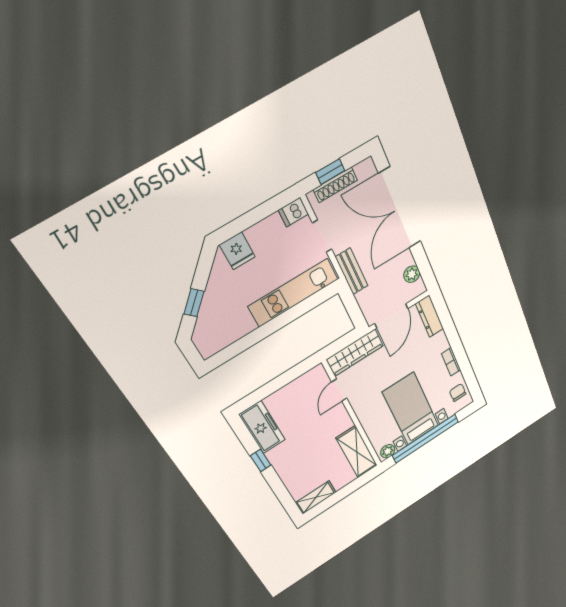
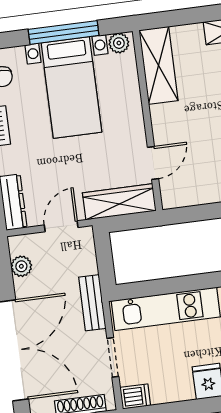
door: (391, 316) -> (61, 226), width x0.73
window: (426, 439) -> (64, 32), width x0.68

